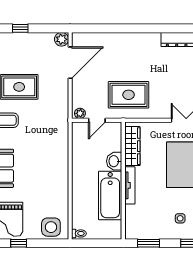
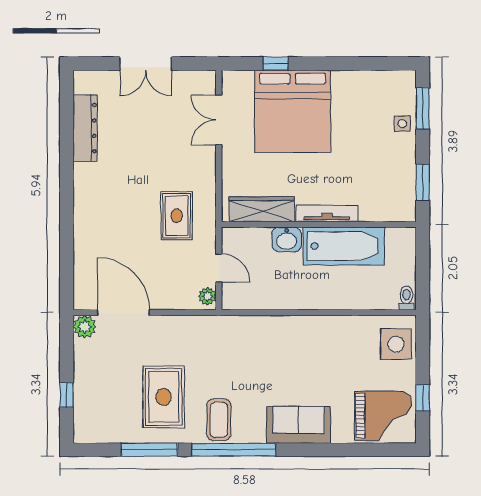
rug: (129, 95) -> (177, 216), width x0.73, depth x0.70
side table: (180, 218) -> (402, 124), moved

